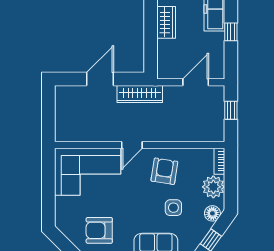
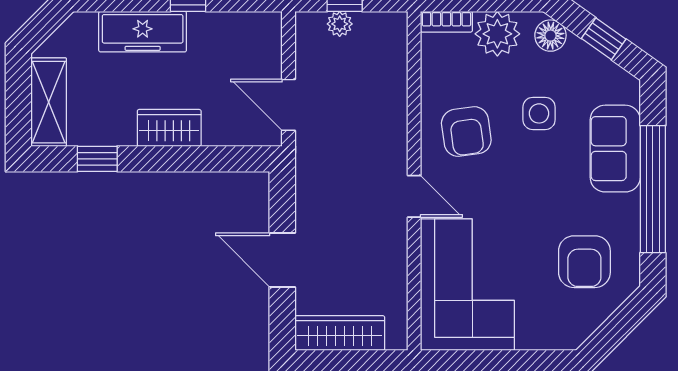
door: (196, 82) -> (289, 105), moved
wardrobe: (140, 94) -> (340, 333), moved, turned -90
plant: (218, 108) -> (340, 24), added
armchair: (164, 171) -> (466, 132), turned -107

